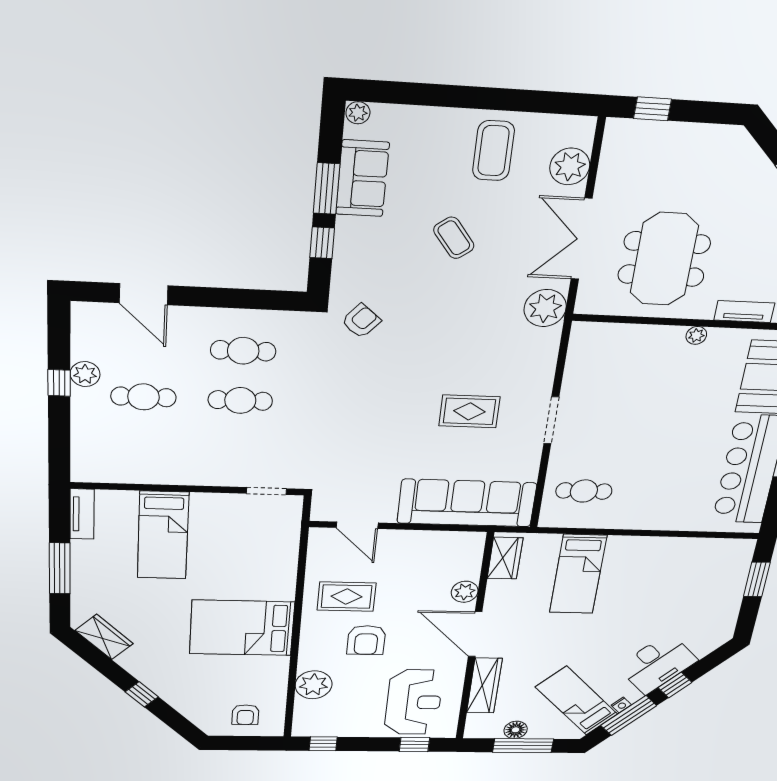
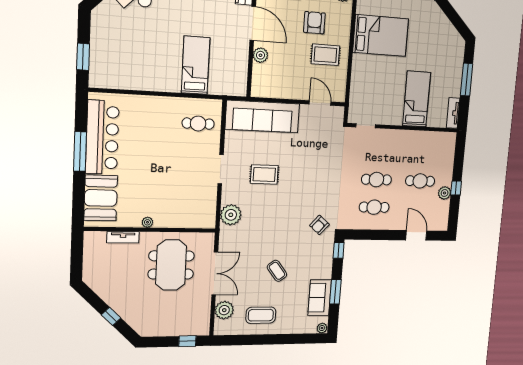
coffee table: (494, 151) -> (261, 315), turned 90
window: (322, 243) -> (339, 250), moved
plant: (545, 308) -> (231, 215), moved
wardrobe: (505, 558) -> (239, 78), removed
wardrobe: (104, 637) -> (450, 33), removed

